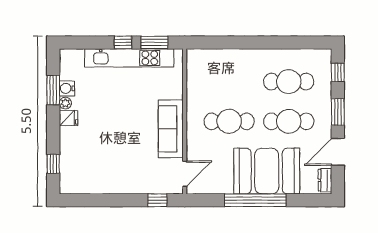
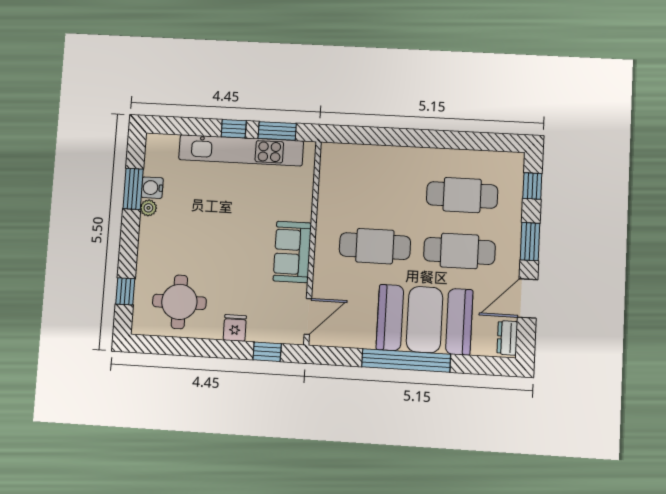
fridge: (69, 118) -> (235, 328), moved, turned -90
sofa: (171, 129) -> (292, 252), width x0.73
round table: (93, 169) -> (179, 302), added

